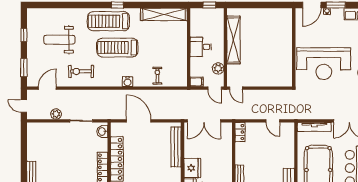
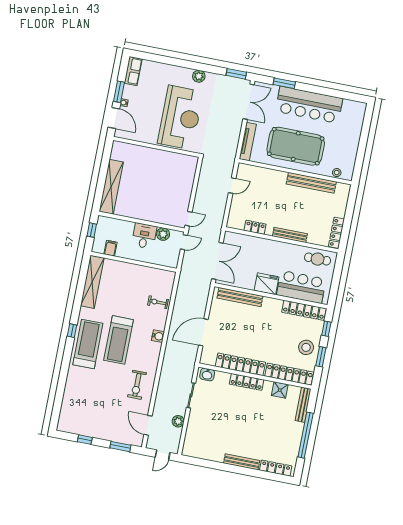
treadmill: (108, 21) -> (88, 344), turned 180
weight bench: (59, 40) -> (98, 402), removed
shelving: (233, 40) -> (111, 187), moved, turned 90
desk: (201, 47) -> (144, 236), moved, turned 180
filing cabinet: (197, 82) -> (111, 248), moved
locker: (240, 132) -> (255, 227), moved

